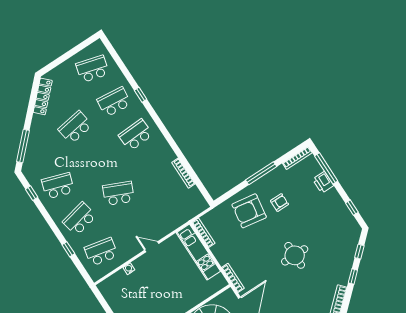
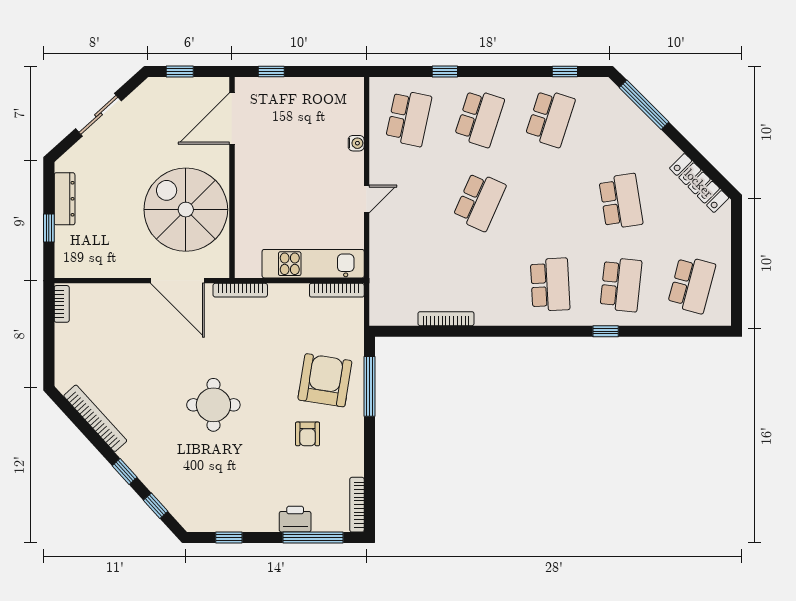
window: (261, 173) -> (369, 386), moved
school desk: (80, 219) -> (479, 118), turned 30

